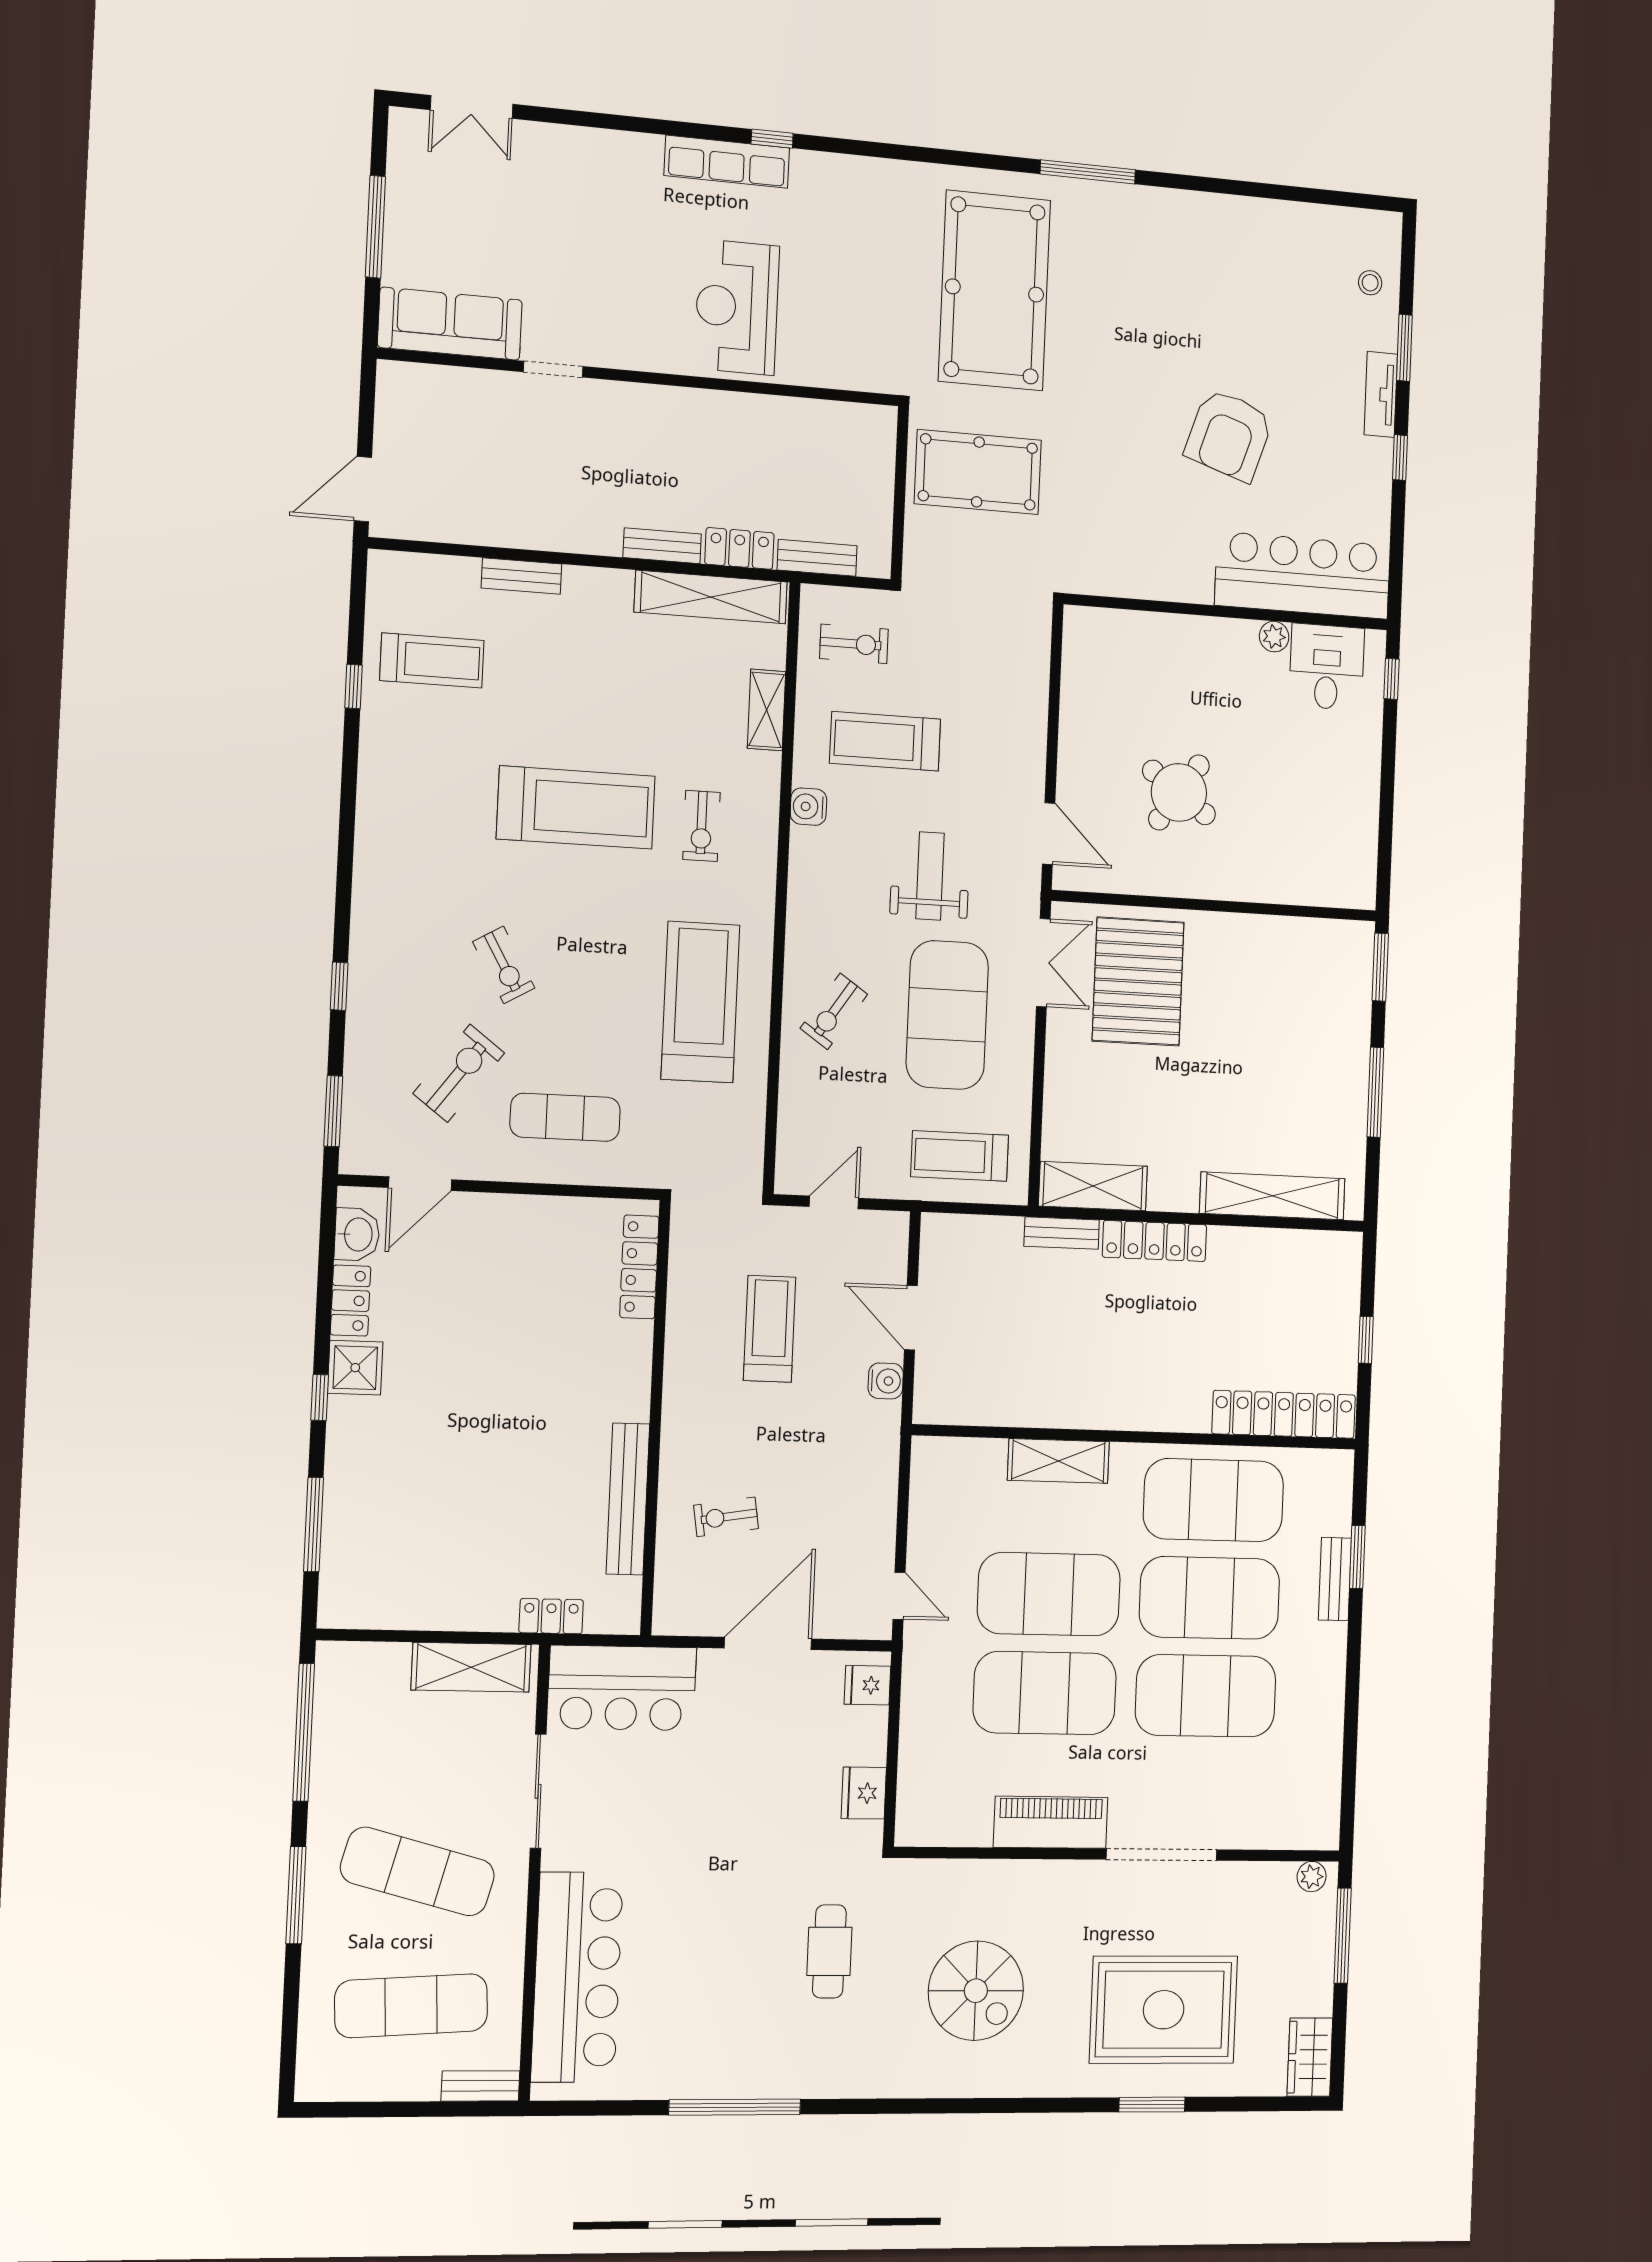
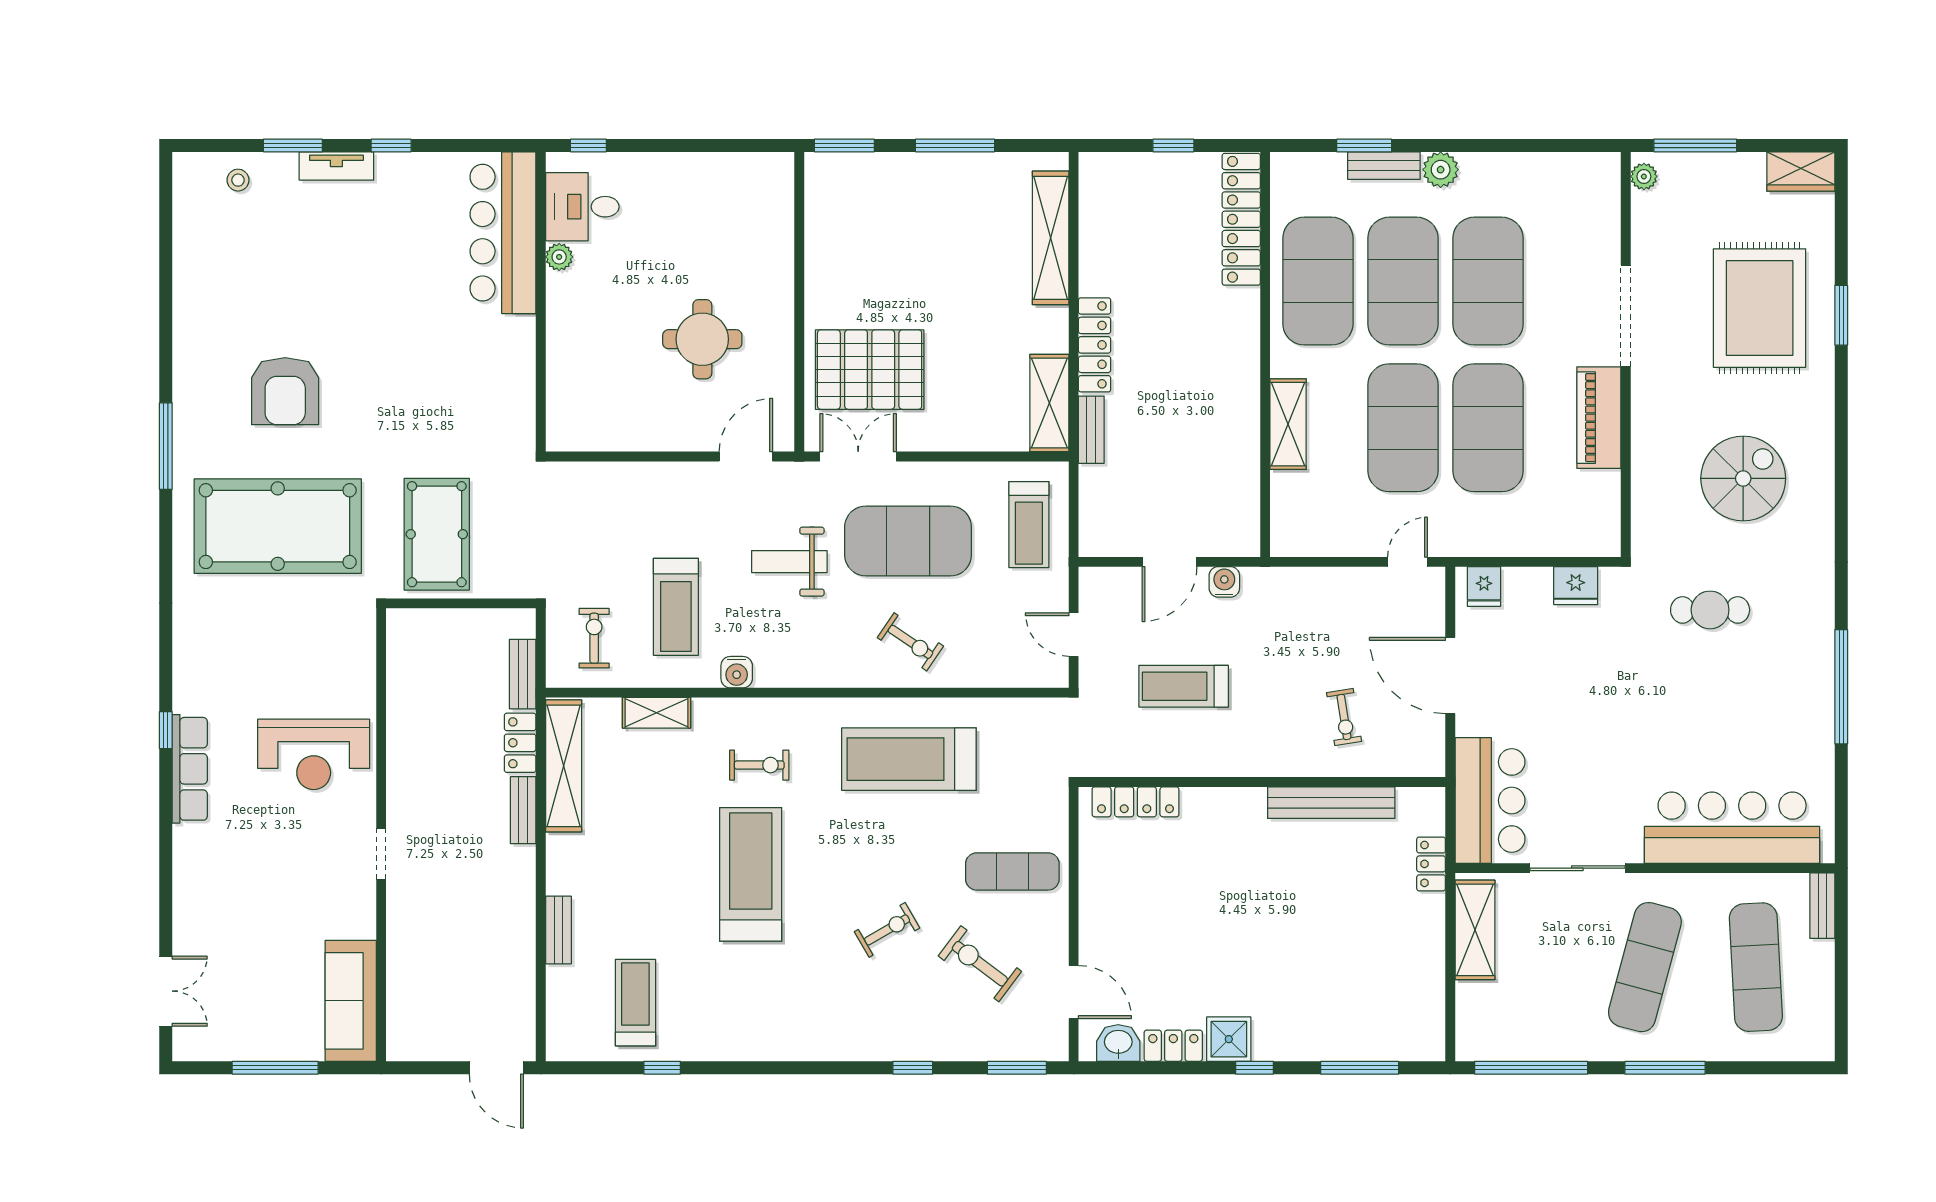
doorway: (553, 369) -> (381, 854), moved
armchair: (1229, 435) -> (285, 391), moved, turned 72
round table: (1179, 792) -> (702, 339), turned -35
exercise mat: (565, 1117) -> (1012, 871), turned 90
plant: (1328, 1644) -> (1441, 170), added

